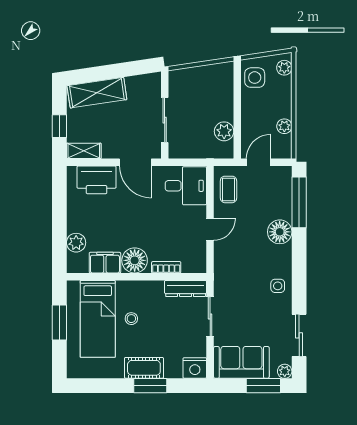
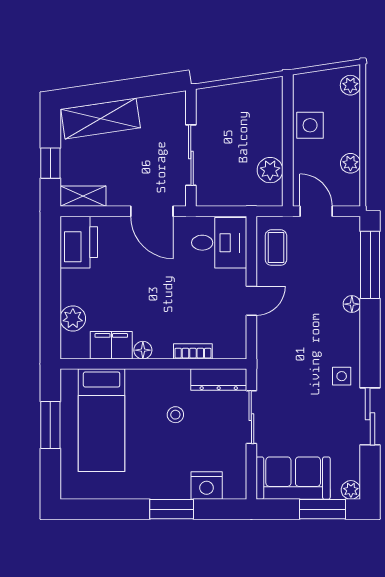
side table: (255, 78) -> (310, 125), moved
door: (259, 162) -> (316, 211), hinge flipped
printer: (97, 180) -> (79, 242), moved, turned -90
floor lamp: (280, 232) -> (352, 304), width x0.53, depth x0.53
floor lamp: (135, 260) -> (143, 350), width x0.53, depth x0.53
stool: (131, 319) -> (175, 415), moved
sliding door: (299, 335) -> (370, 416), moved
cot: (144, 368) -> (163, 485), removed
nightstand: (195, 368) -> (207, 486), moved

